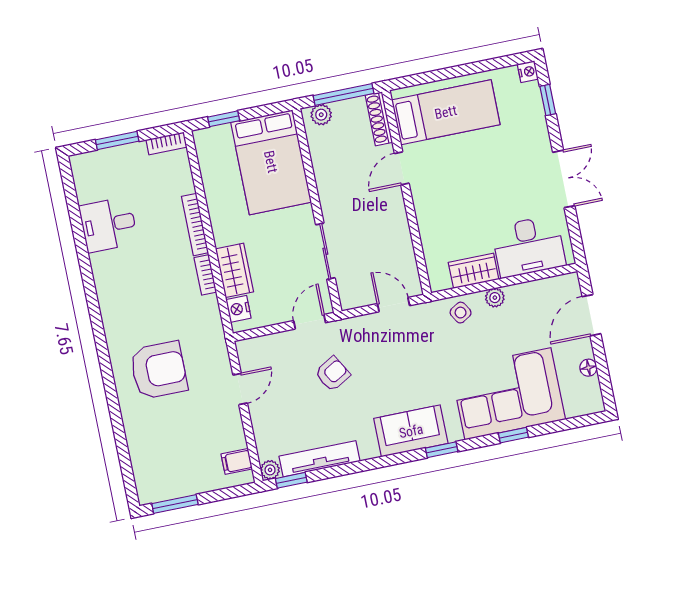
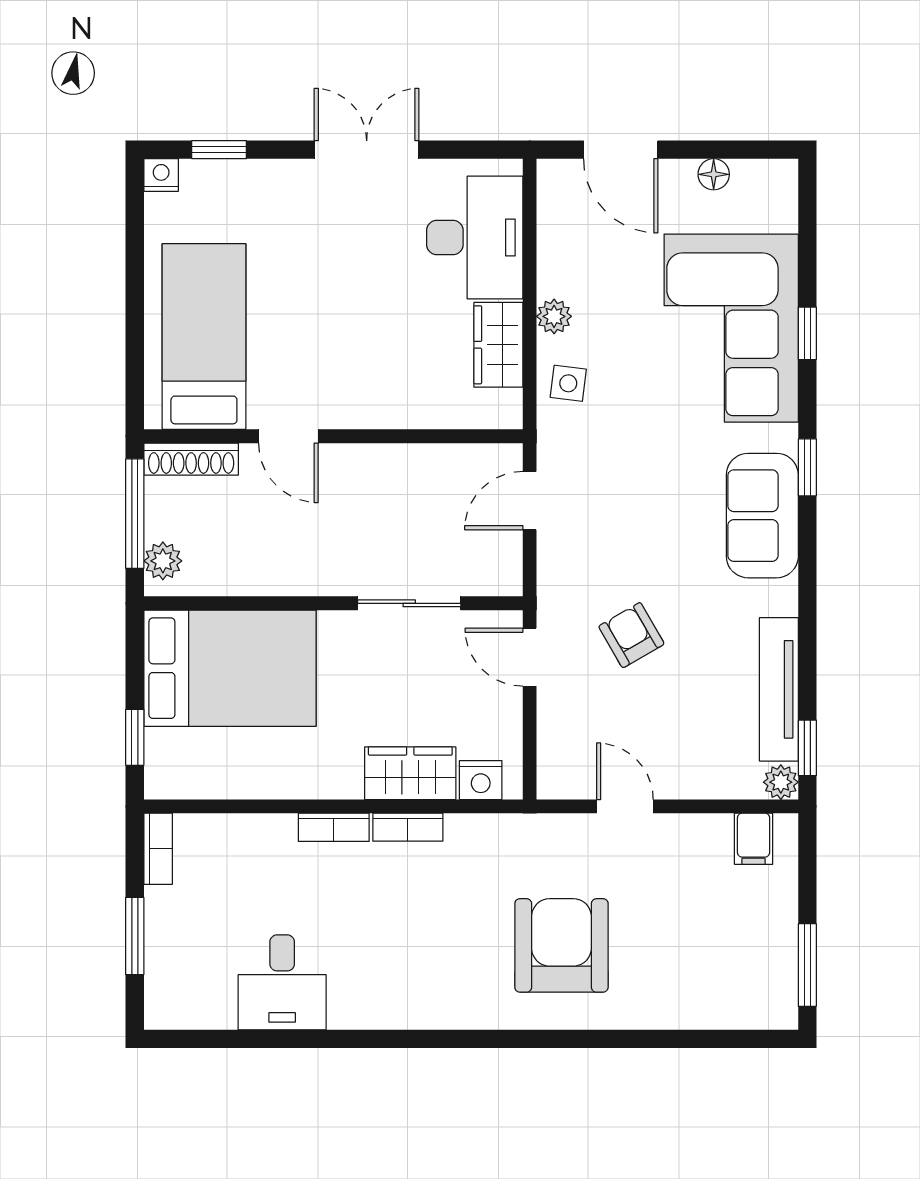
bookcase: (195, 225) -> (334, 827), width x0.64
side table: (461, 313) -> (568, 383), turned 38

